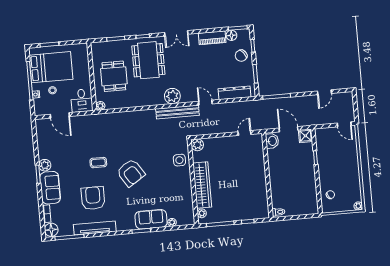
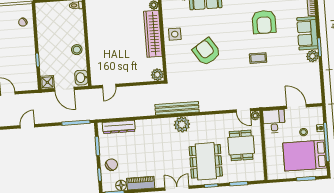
door: (205, 103) -> (243, 110), moved
side table: (179, 160) -> (175, 34), moved
stool: (277, 168) -> (77, 50), added
armchair: (131, 173) -> (207, 52), moved

